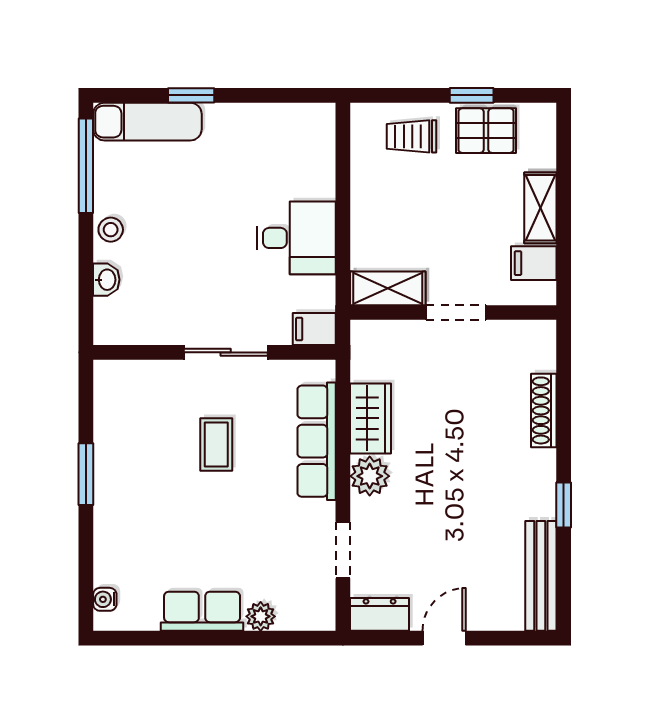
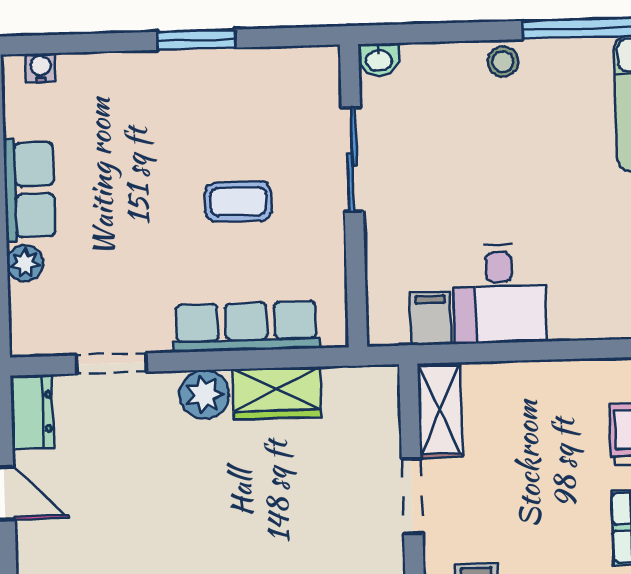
washbasin: (106, 280) -> (379, 60), moved
filing cabinet: (314, 329) -> (431, 318), moved
sliding door: (226, 352) -> (352, 160), moved

